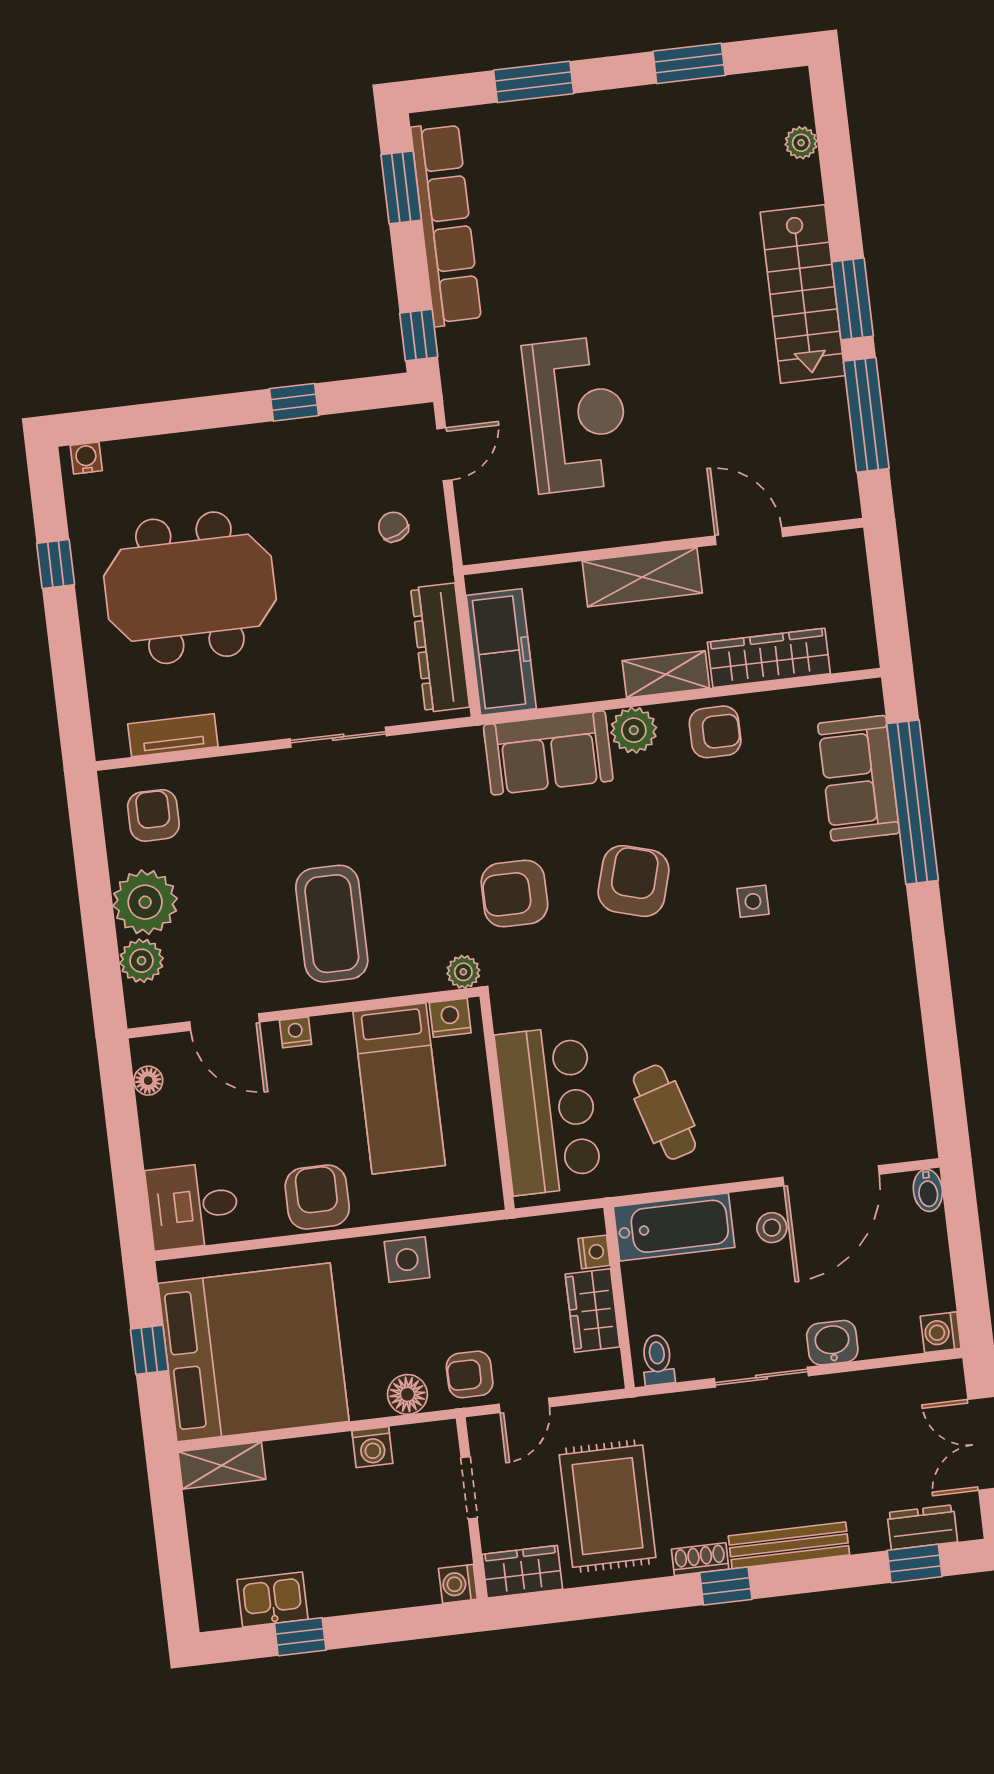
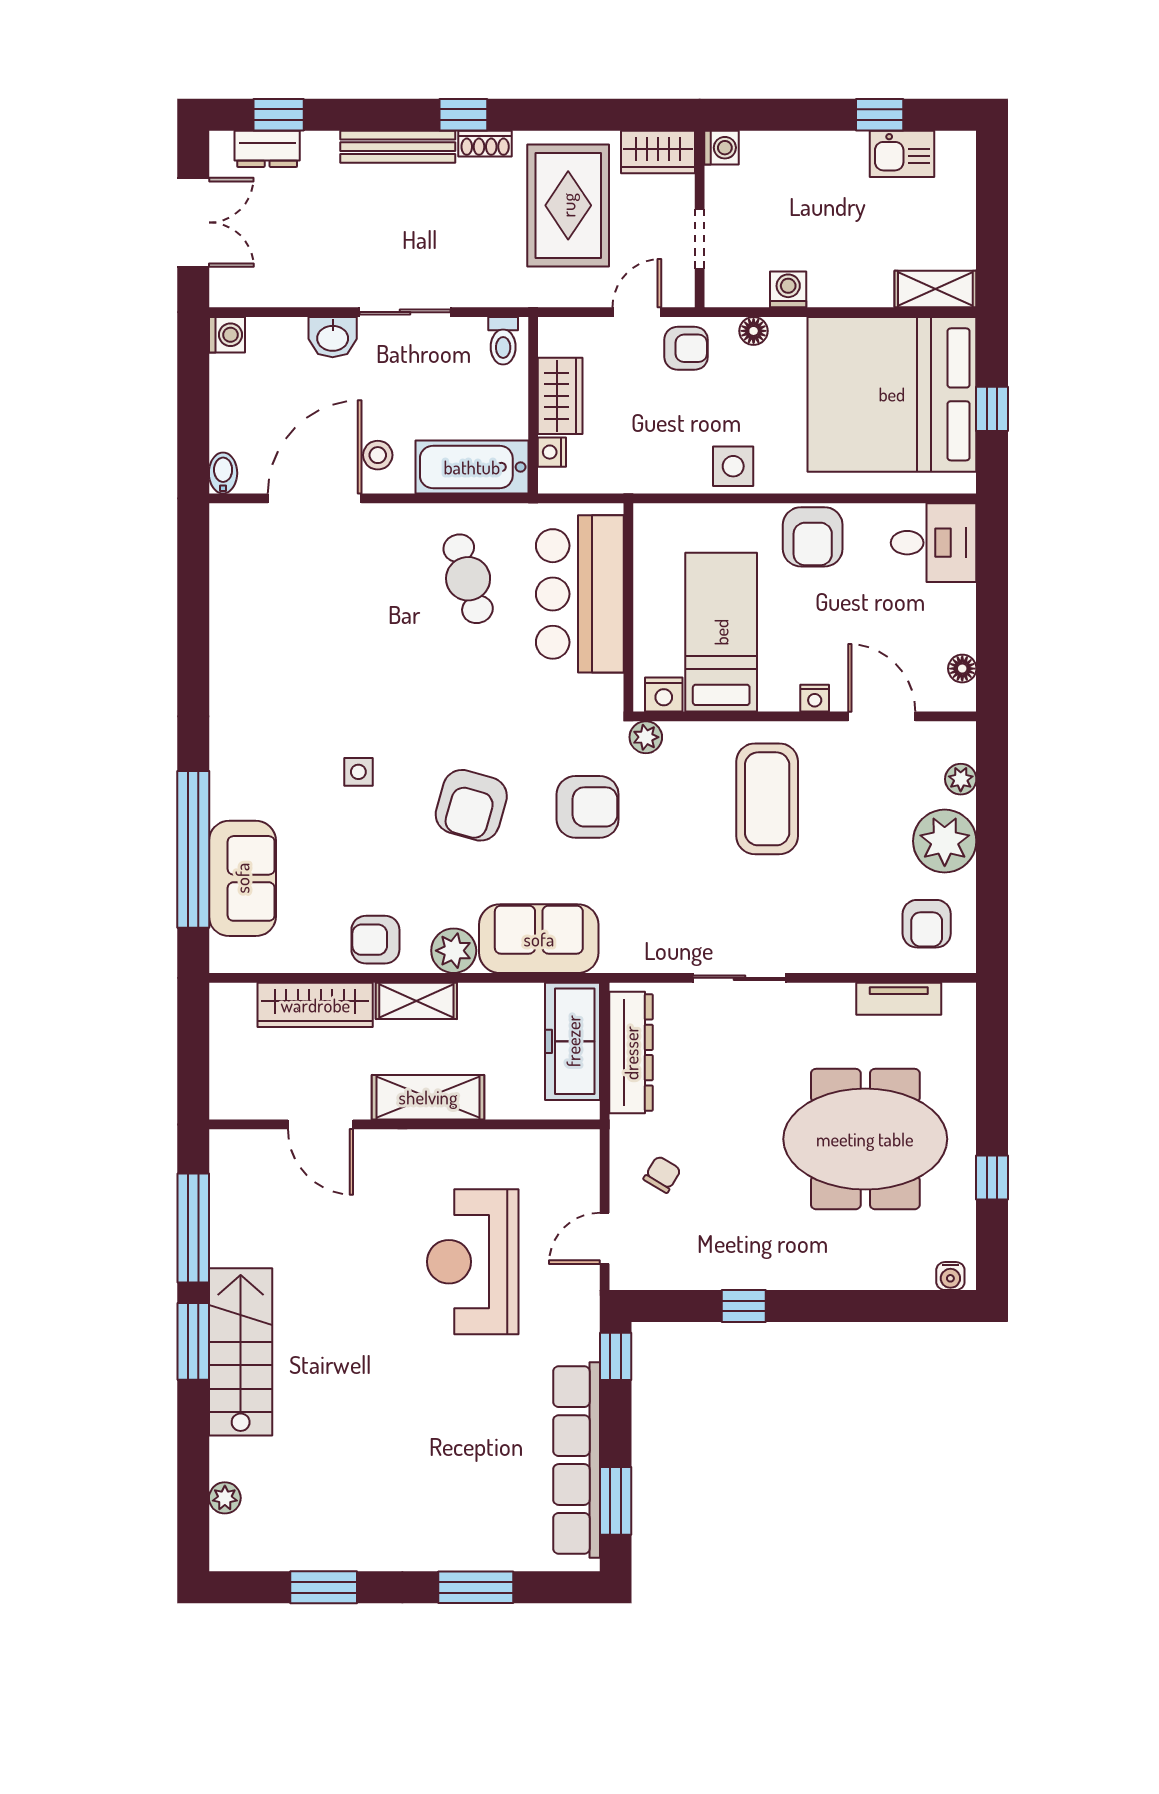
chair: (393, 527) -> (662, 1174), turned -125
plant: (141, 961) -> (961, 779), width x0.73, depth x0.73
floor lamp: (407, 1394) -> (754, 331), width x0.73, depth x0.73

